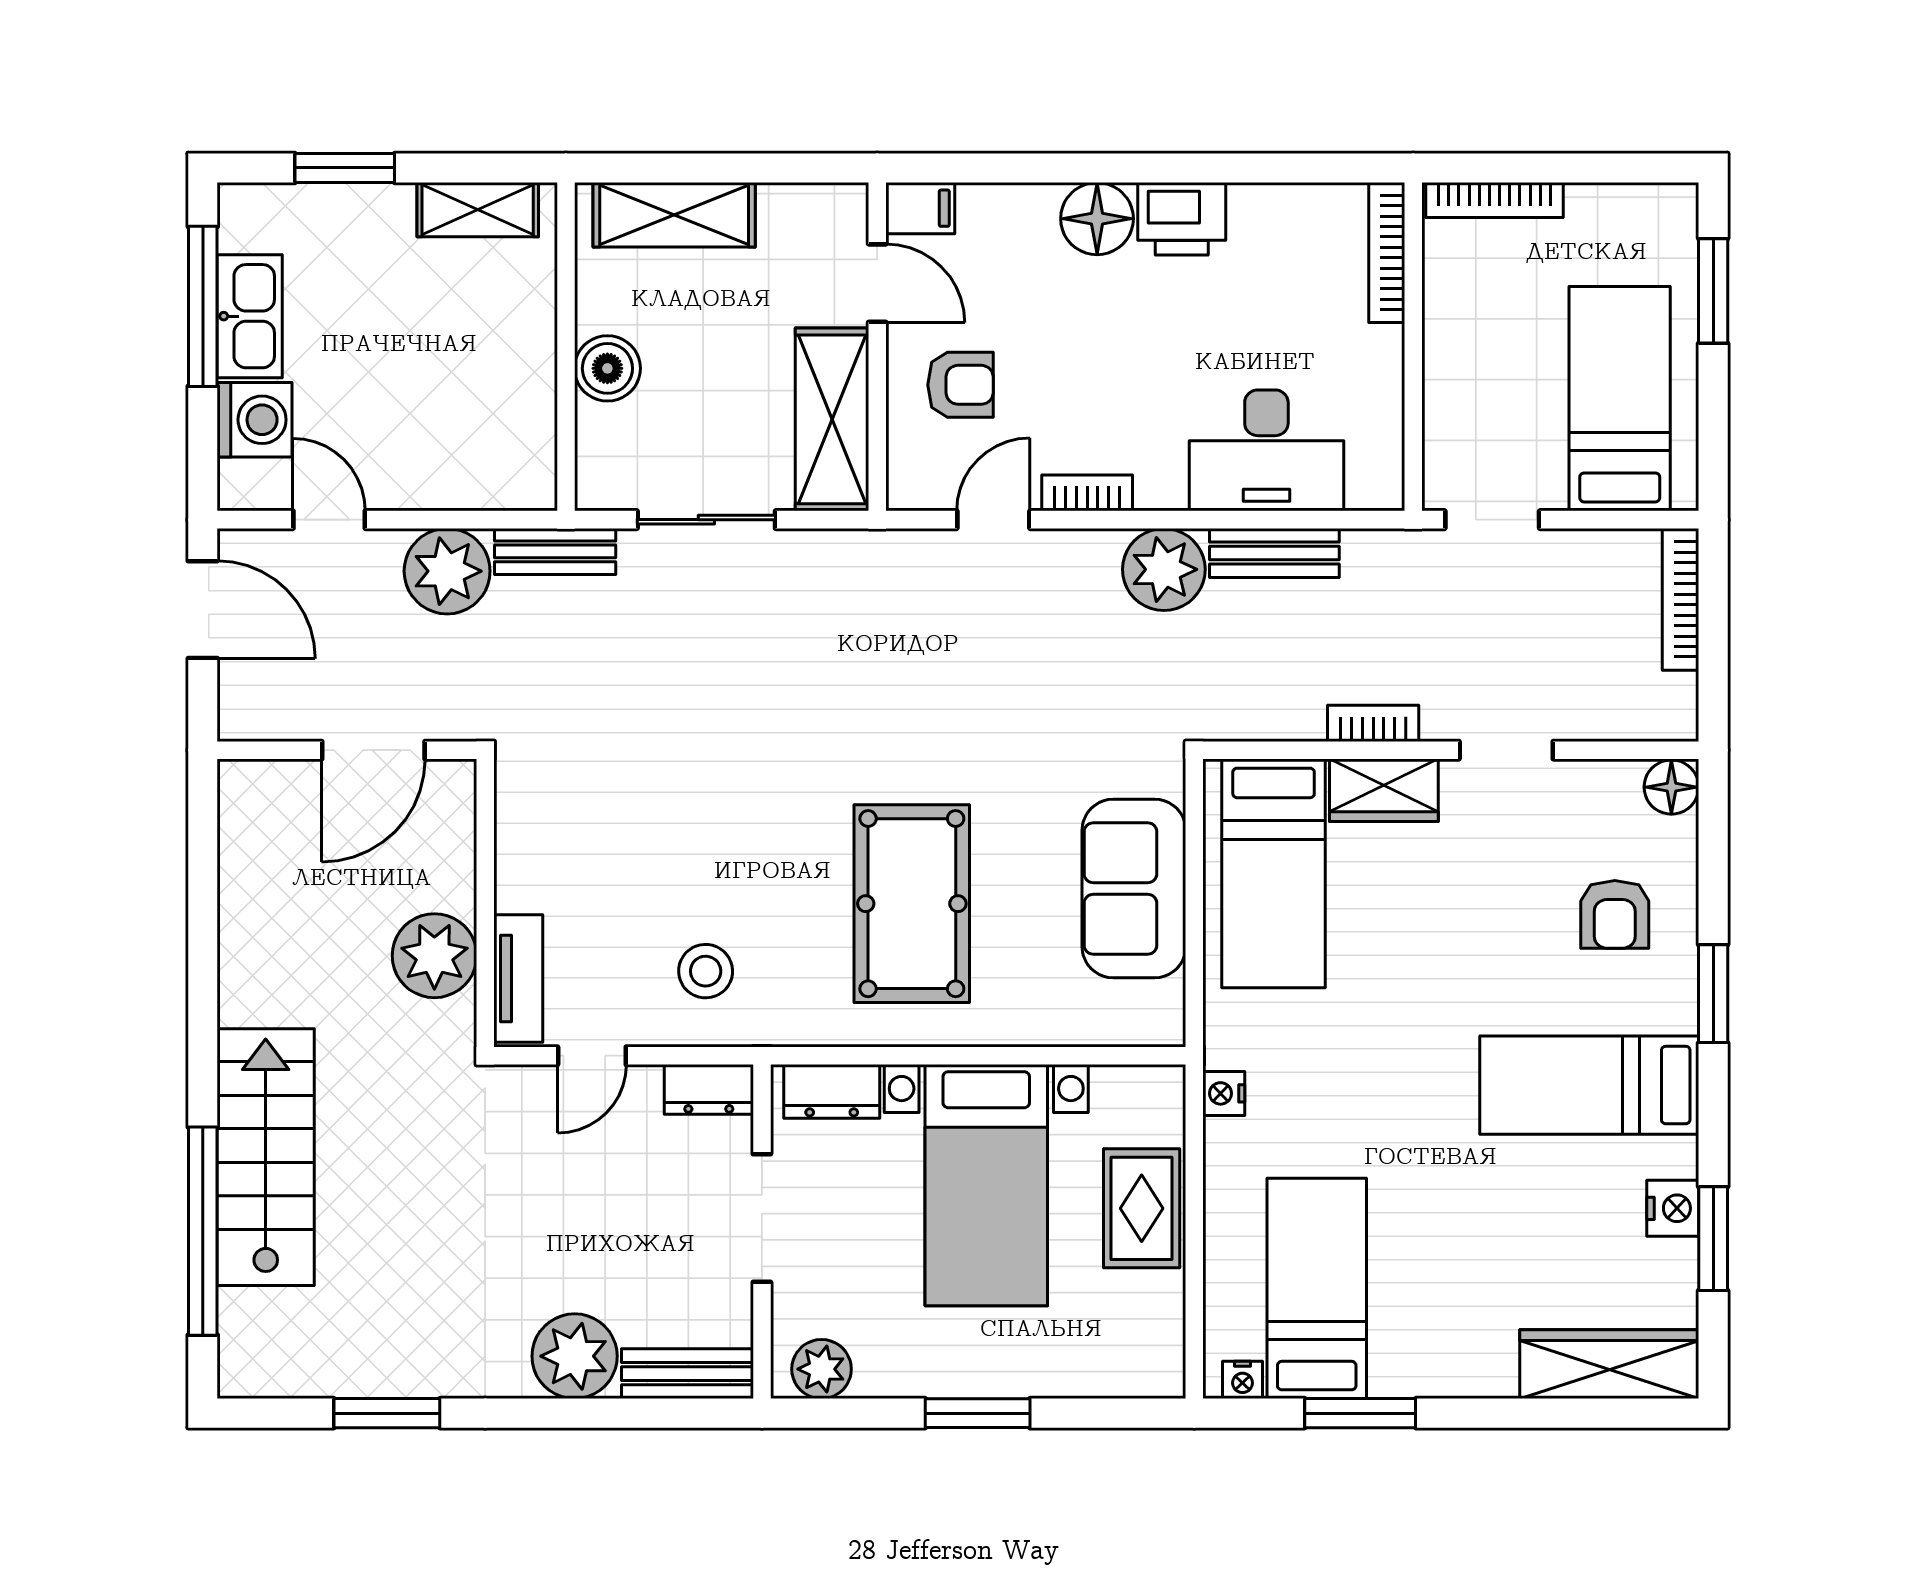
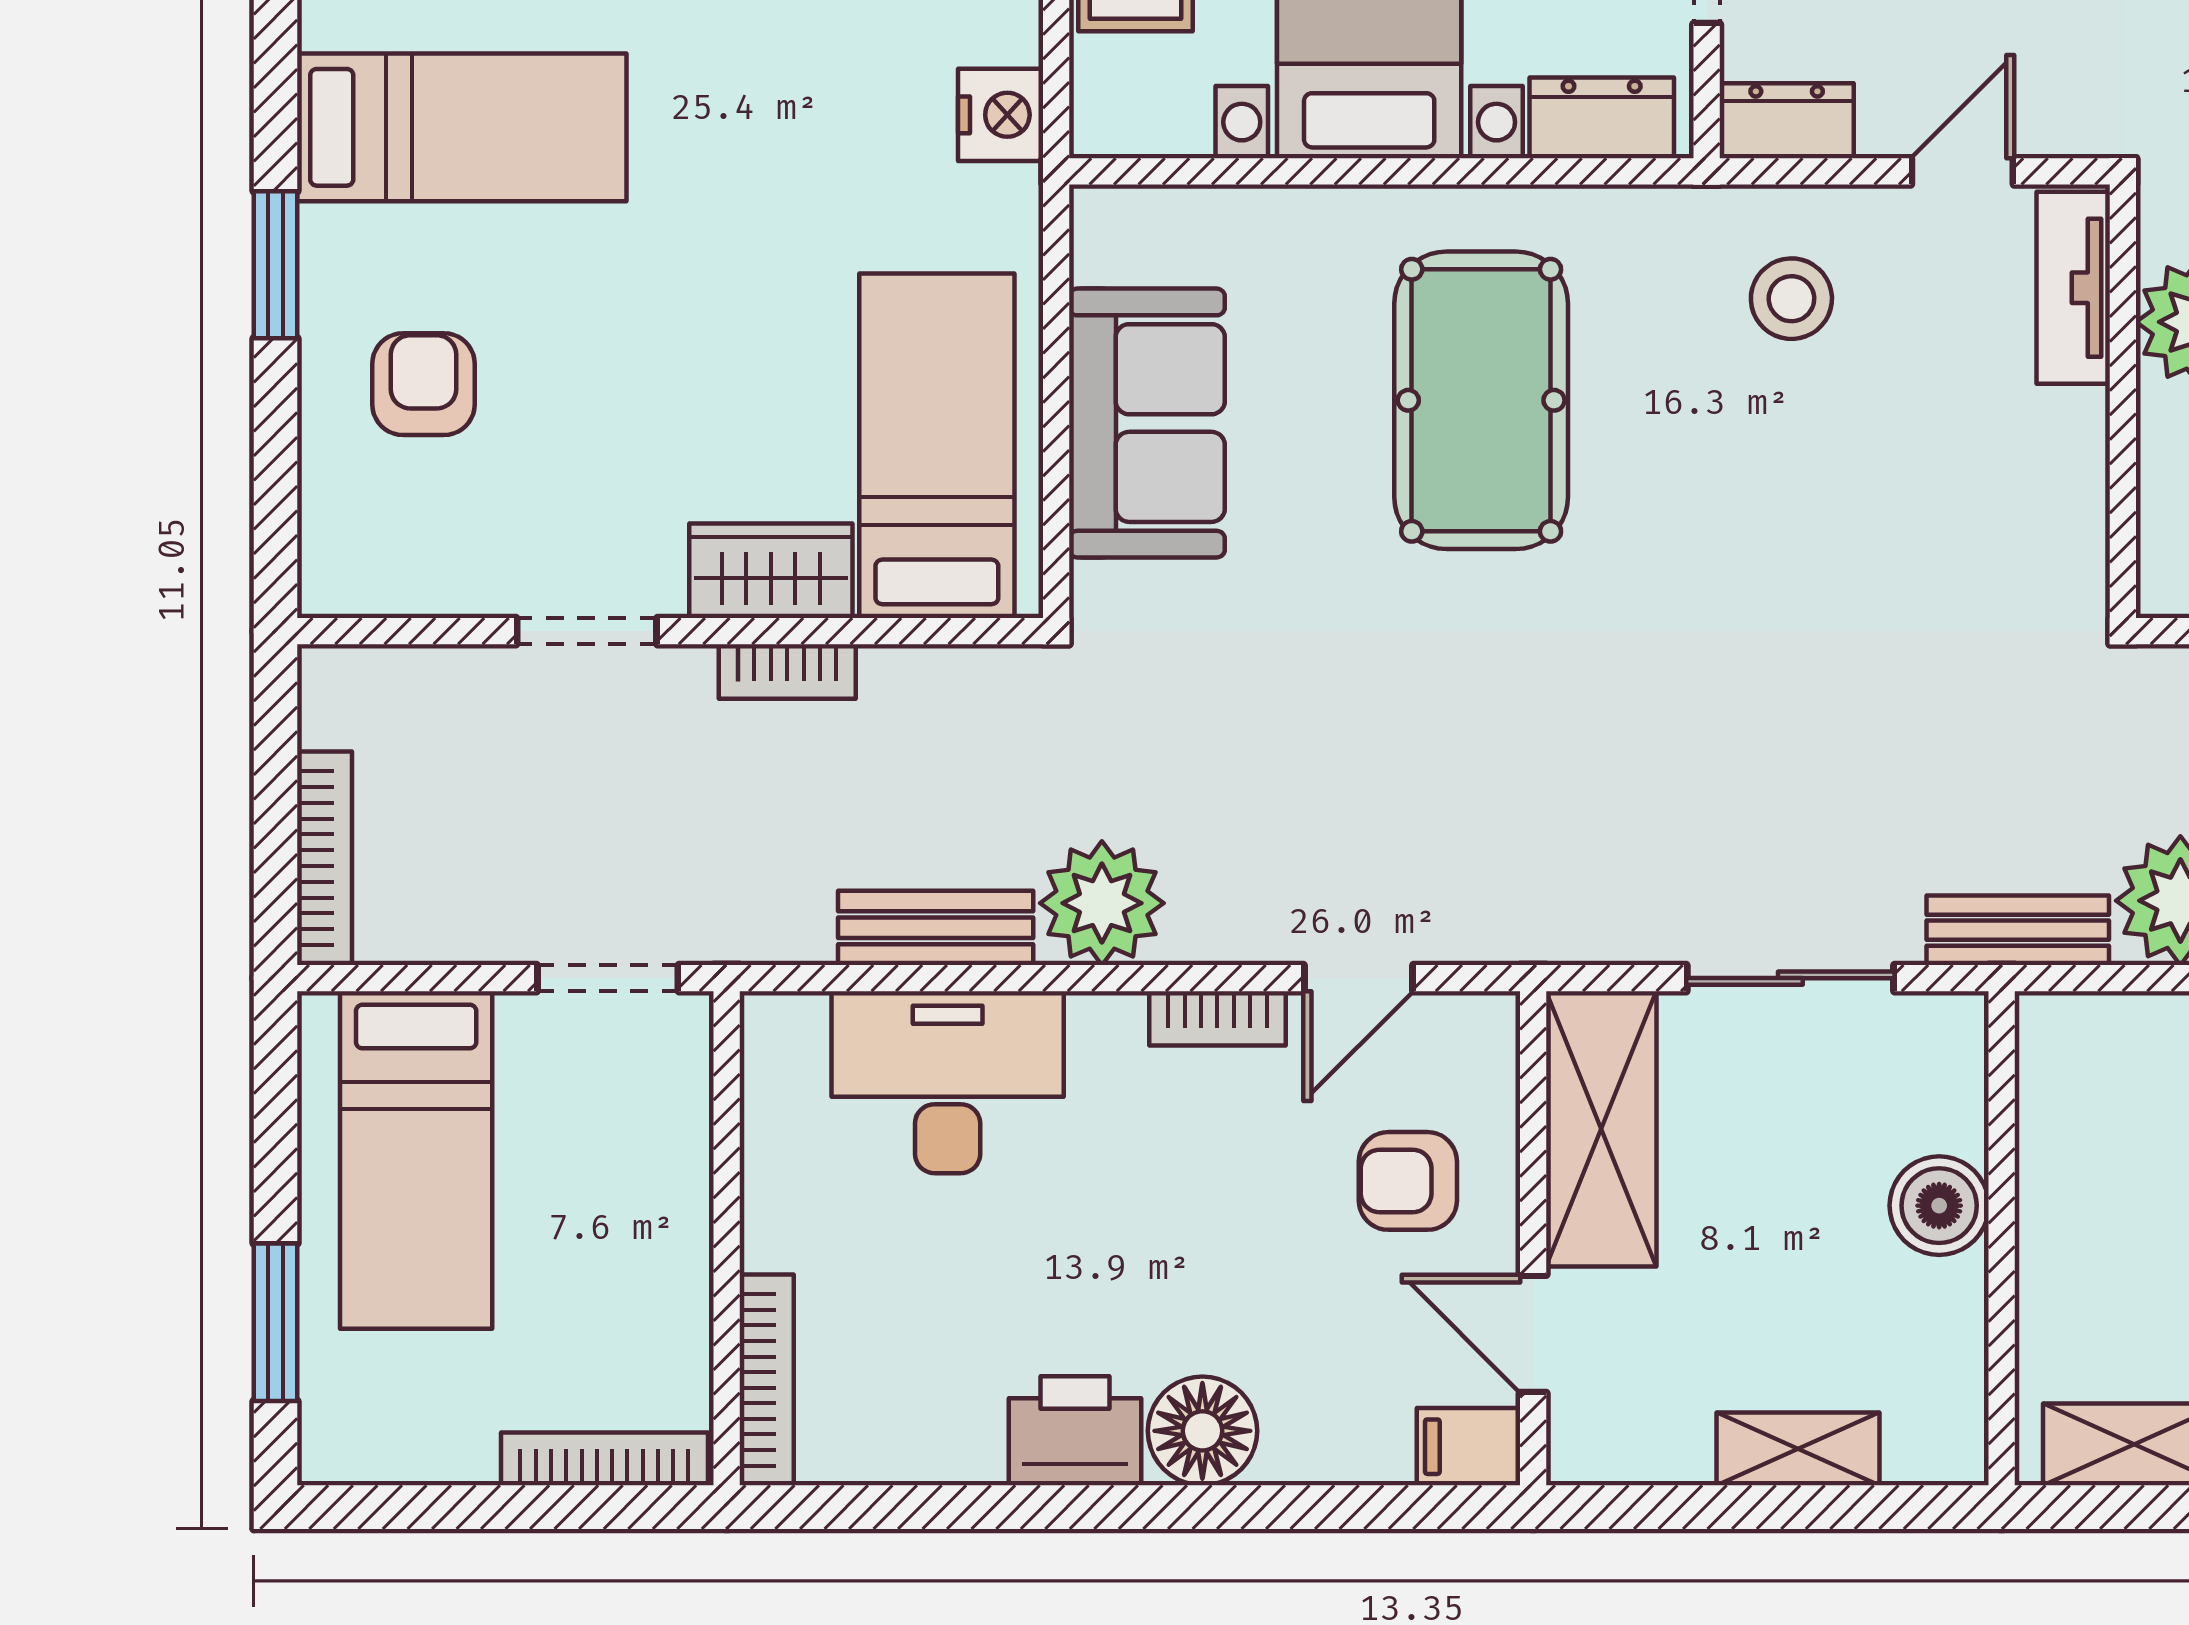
shelving: (674, 215) -> (1798, 1449), width x0.67, depth x0.75
floor lamp: (1671, 787) -> (338, 576), removed
nightstand: (1224, 1093) -> (1001, 115), width x1.39, depth x1.35

